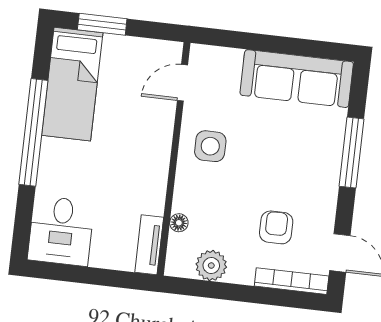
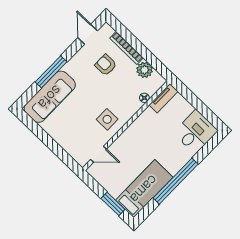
sofa: (297, 79) -> (50, 97), moved, turned 90
armchair: (276, 227) -> (106, 65), turned 90
bookcase: (292, 281) -> (127, 48), moved

